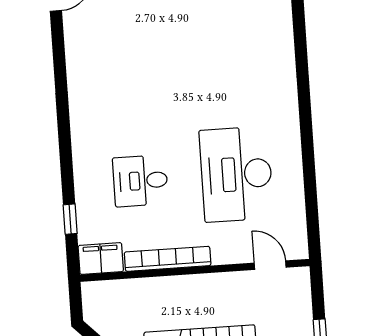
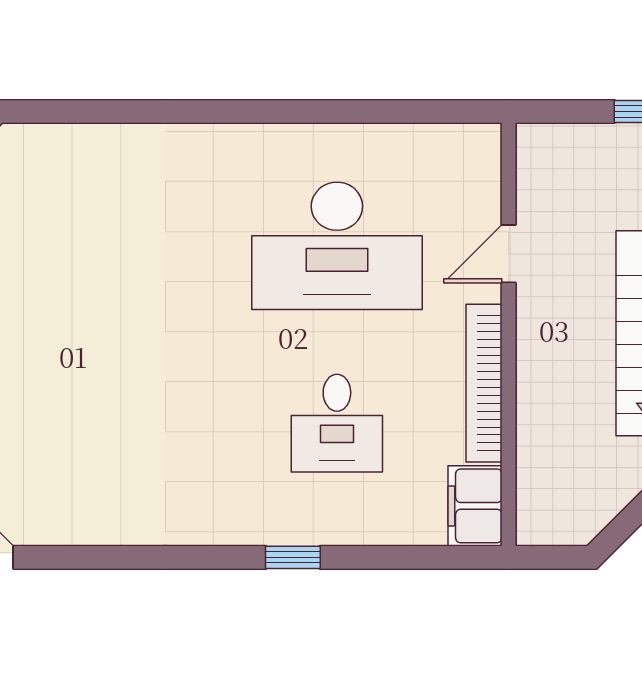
window: (70, 219) -> (293, 557), moved
door: (270, 265) -> (509, 254), moved

